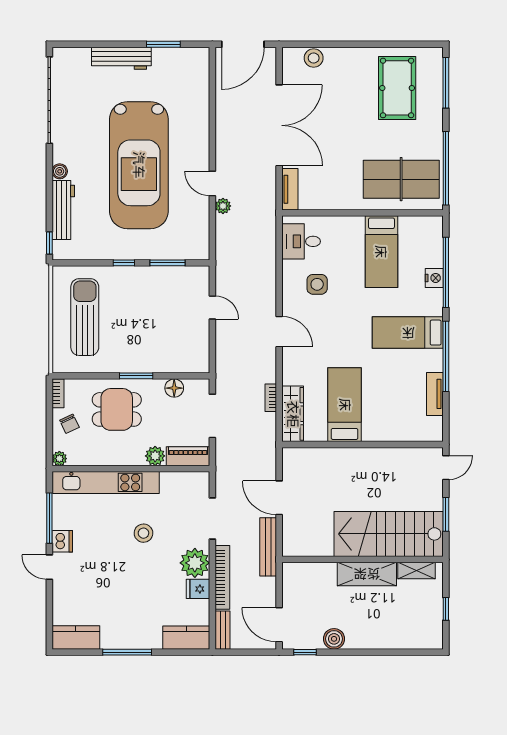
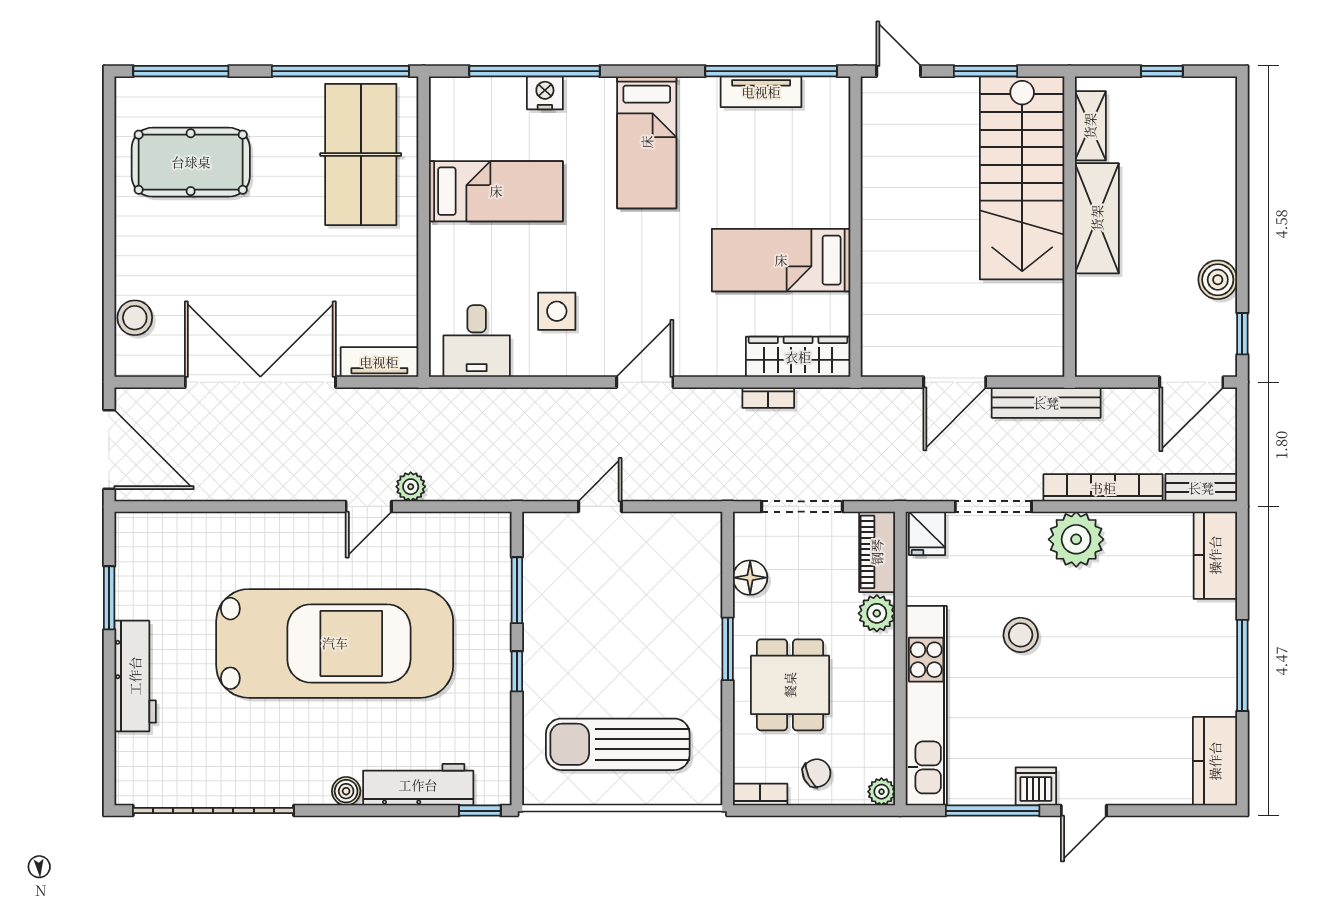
window: (446, 356) -> (771, 71), moved
fridge: (198, 589) -> (927, 533), moved

